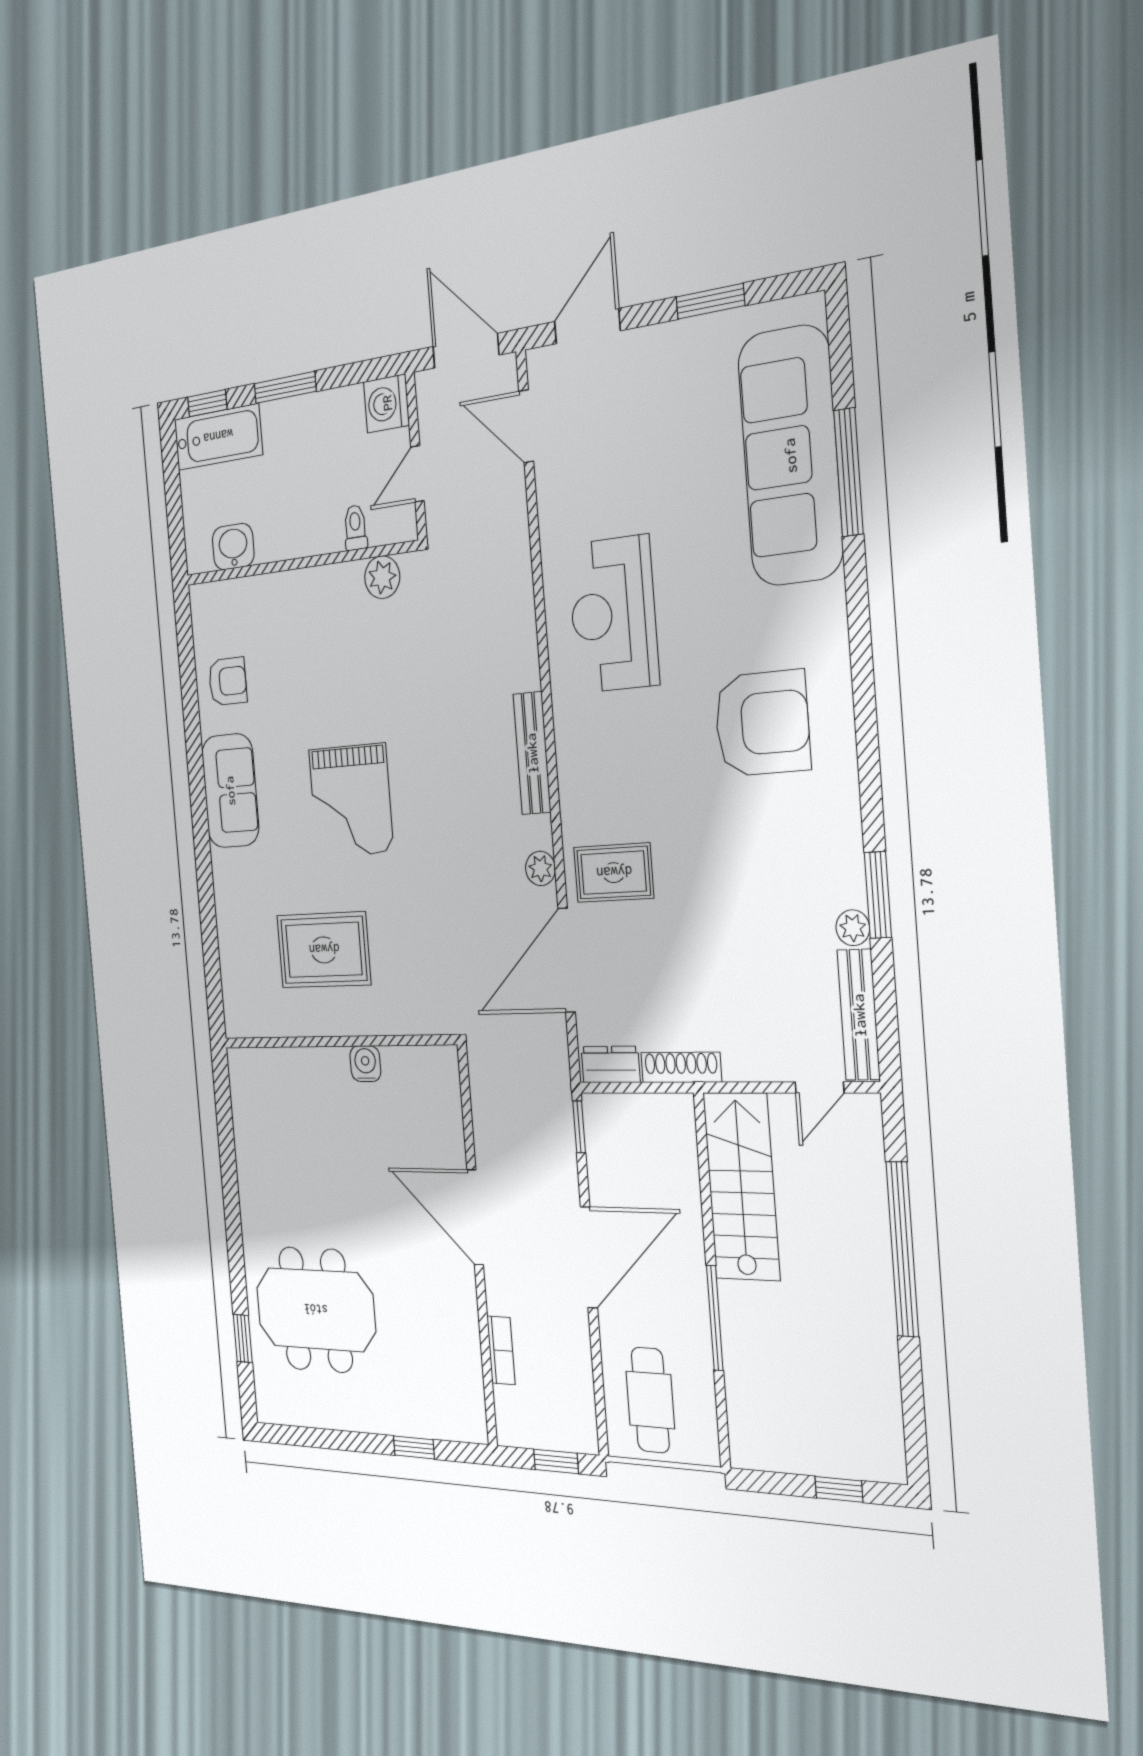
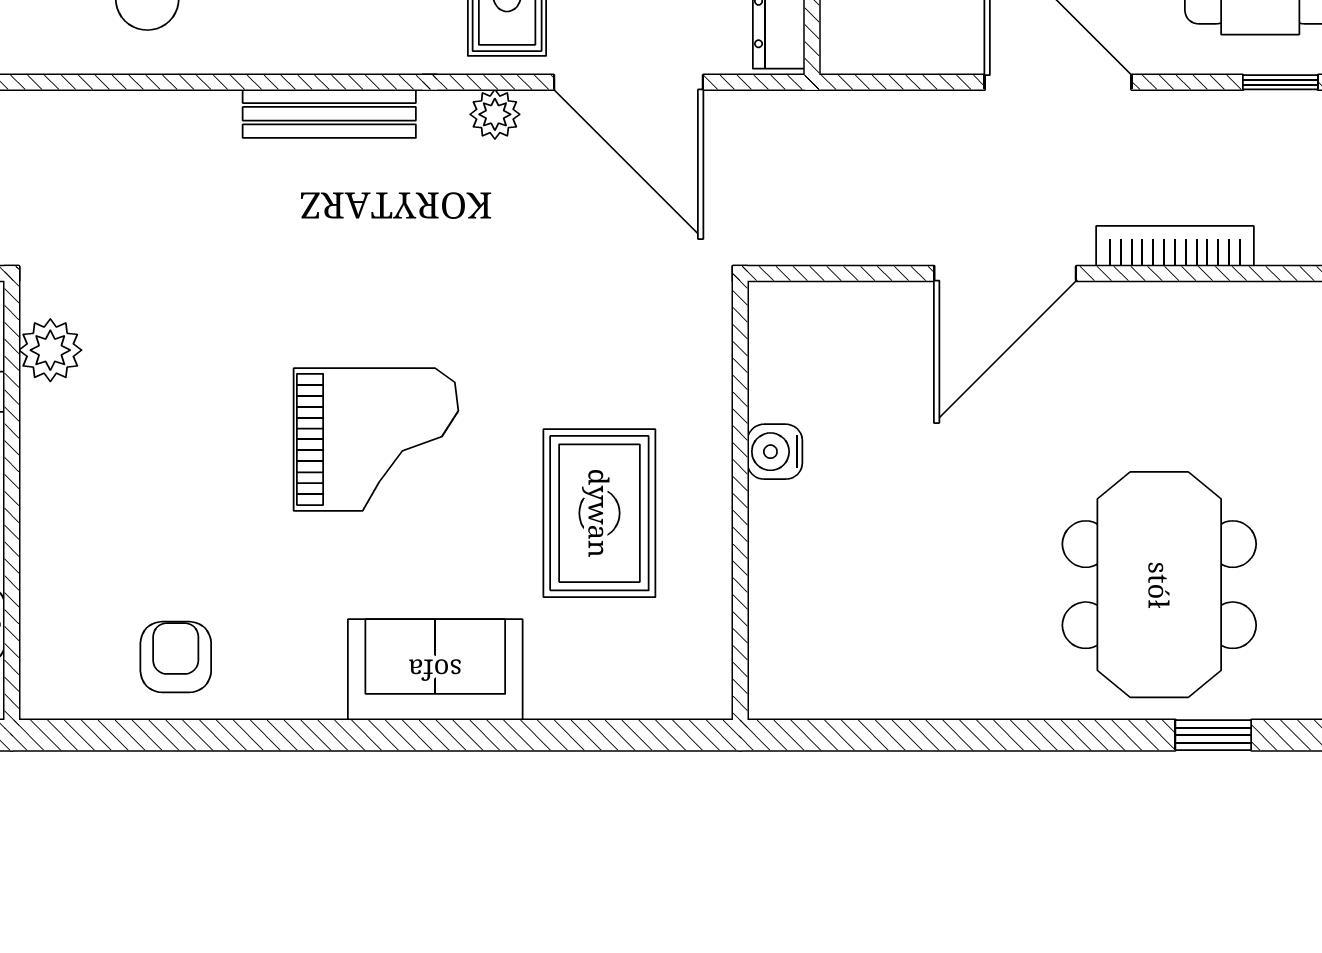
sofa: (230, 791) -> (435, 670), moved
window: (579, 1127) -> (1280, 82), moved
bookcase: (501, 1350) -> (1175, 246), width x1.56

